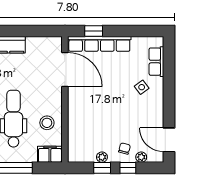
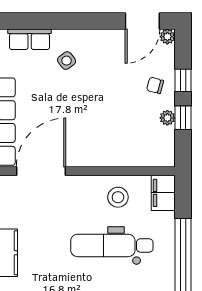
plant: (141, 157) -> (167, 37), moved

